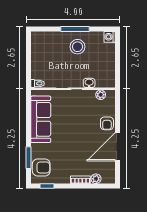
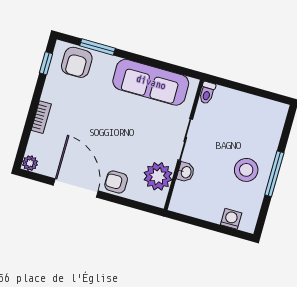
washing machine: (110, 37) -> (231, 219), moved
plant: (101, 95) -> (158, 176), width x1.88, depth x1.88
plant: (96, 179) -> (30, 163), moved

